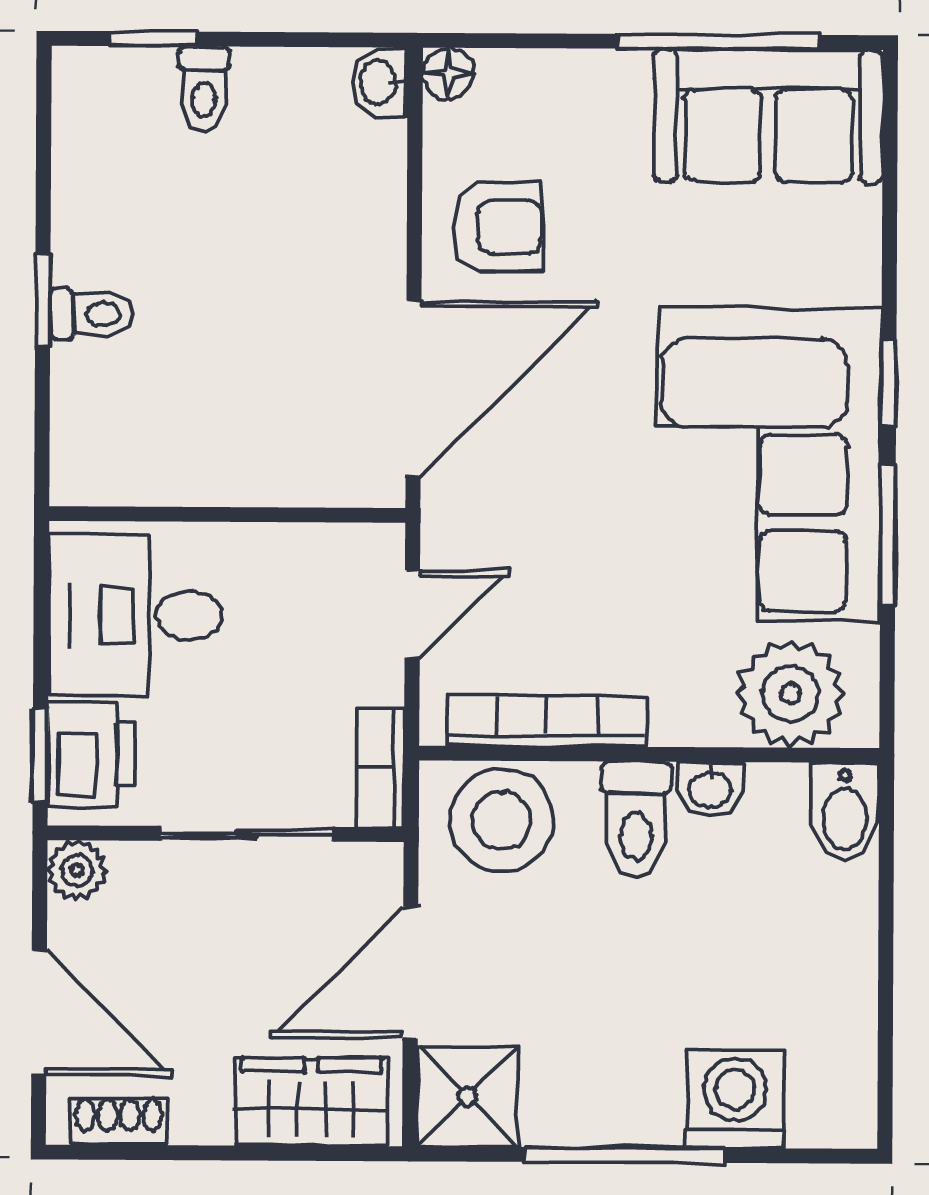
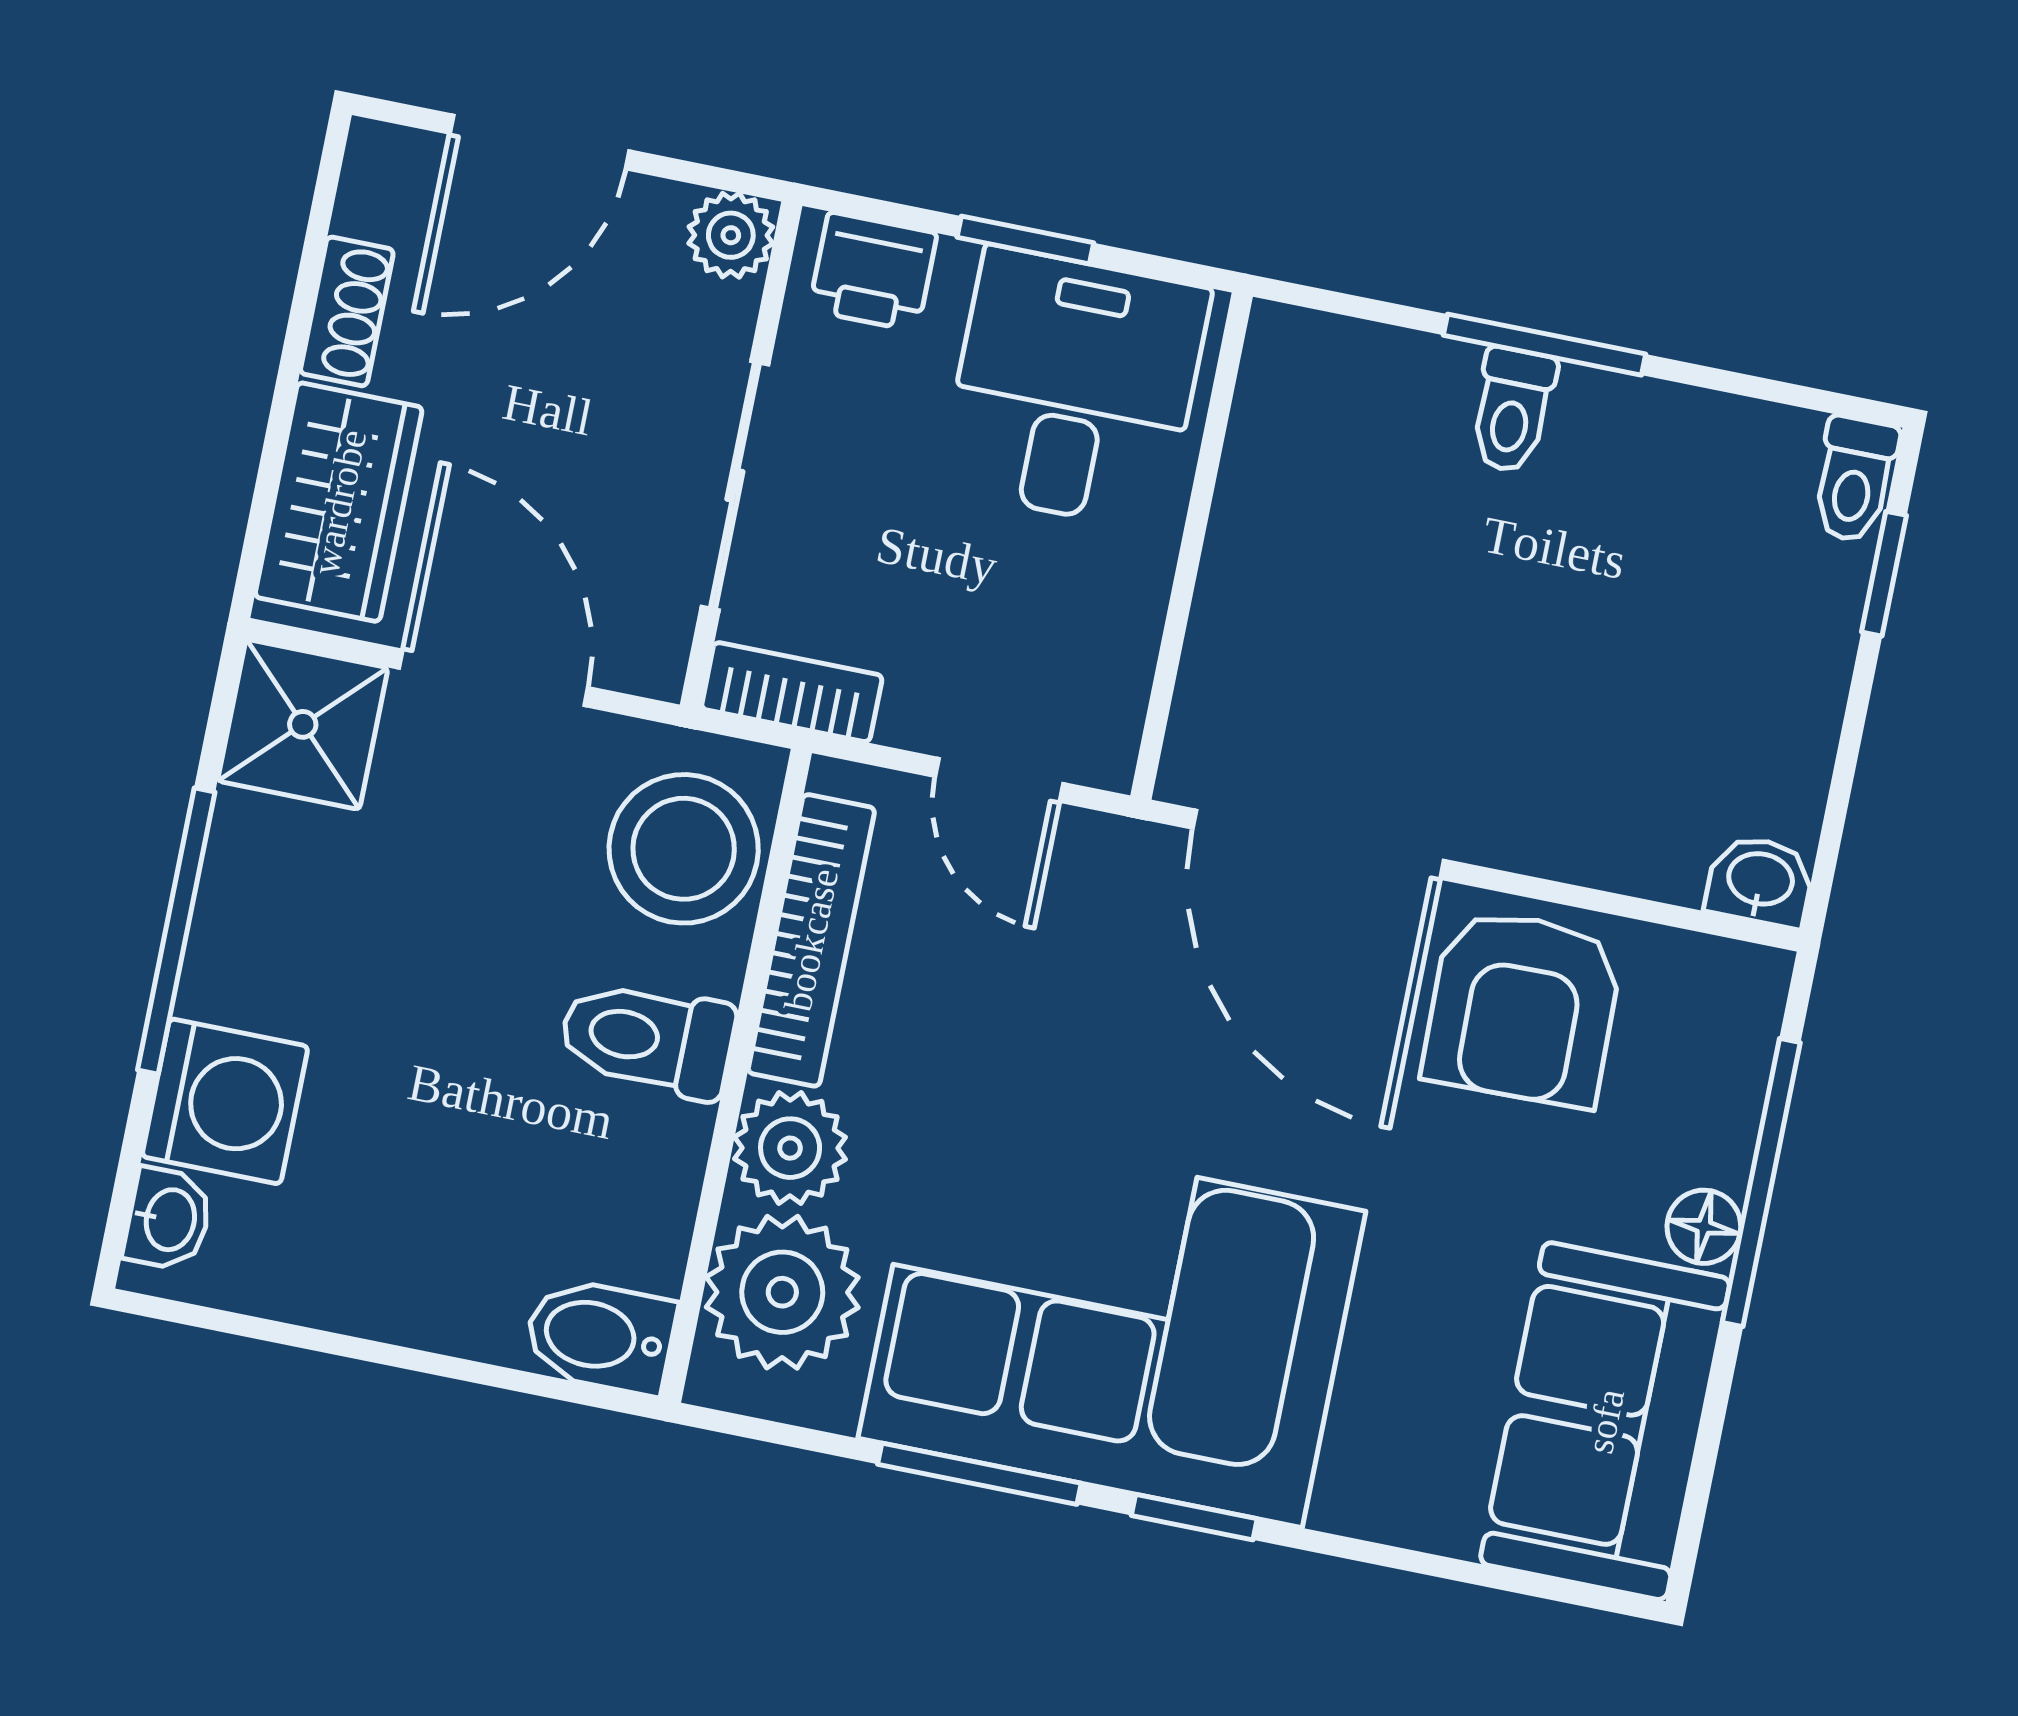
window: (718, 42) -> (1761, 1182), moved
floor lamp: (448, 73) -> (1704, 1227), moved
toilet: (204, 88) -> (1854, 479), moved, turned -90
armchair: (498, 227) -> (1523, 1008), width x1.38, depth x1.38
window: (43, 301) -> (1544, 345), width x1.50
plant: (691, 708) -> (790, 1148), added
printer: (91, 754) -> (873, 272), width x0.73, depth x0.81
window: (40, 755) -> (1025, 240), moved
washbasin: (710, 789) -> (168, 1219), moved, turned 180
shoe rack: (119, 1121) -> (347, 311), moved

